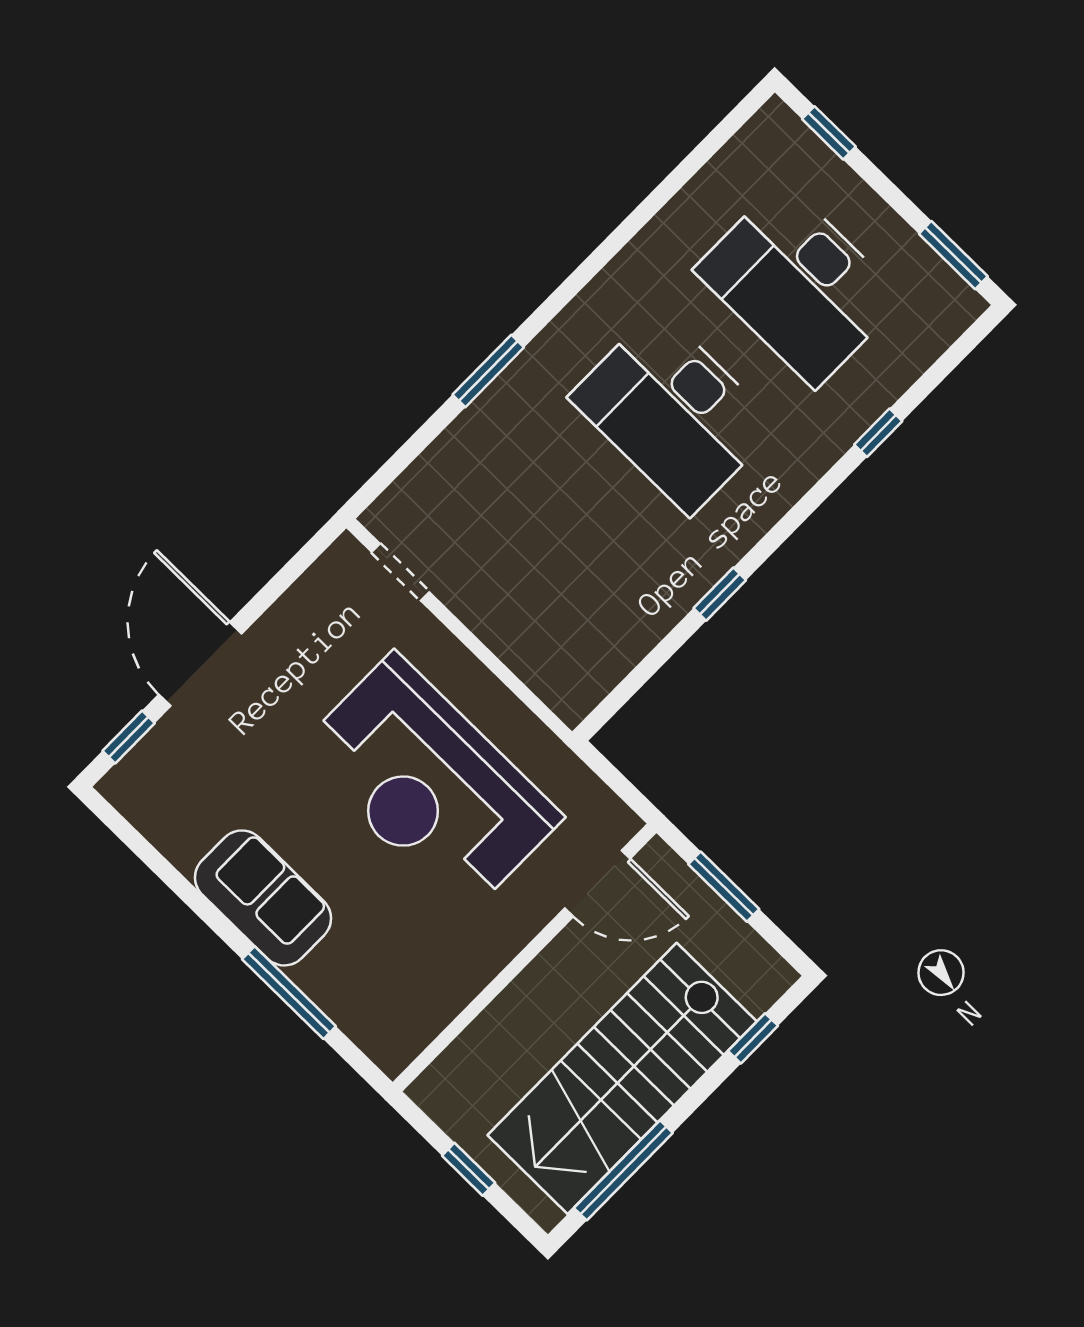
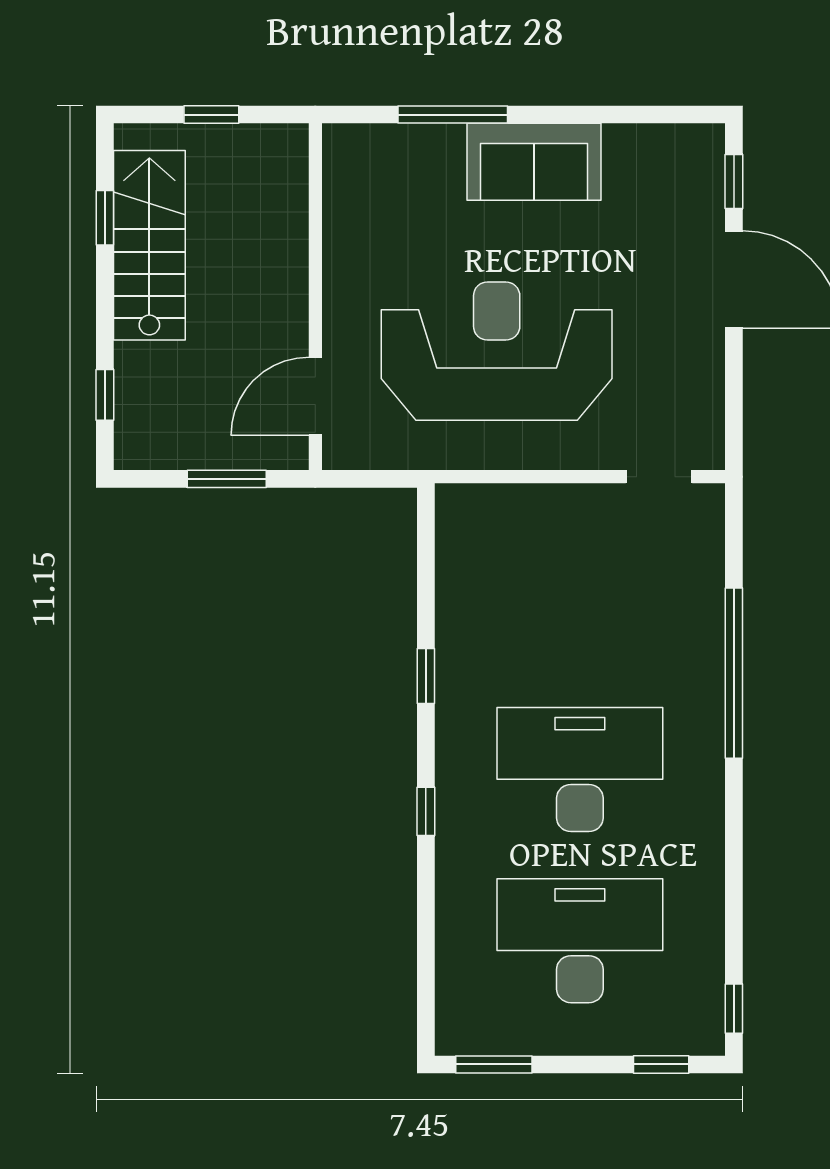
window: (734, 121) -> (734, 1009), added
window: (488, 371) -> (734, 673), width x2.11
window: (878, 433) -> (426, 811), moved
stairs: (622, 1078) -> (149, 245), width x0.73, depth x0.66
window: (623, 1170) -> (105, 218), width x0.46

